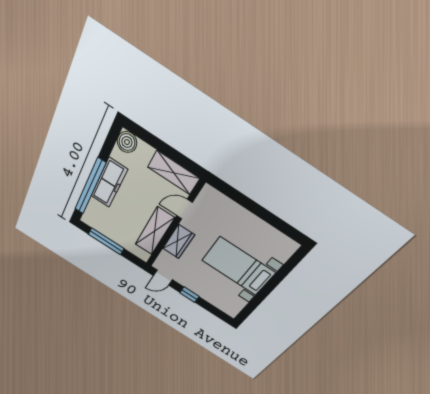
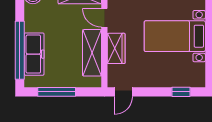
freezer: (109, 183) -> (34, 54), moved
door: (184, 209) -> (104, 18), hinge flipped
window: (189, 295) -> (181, 92), moved

